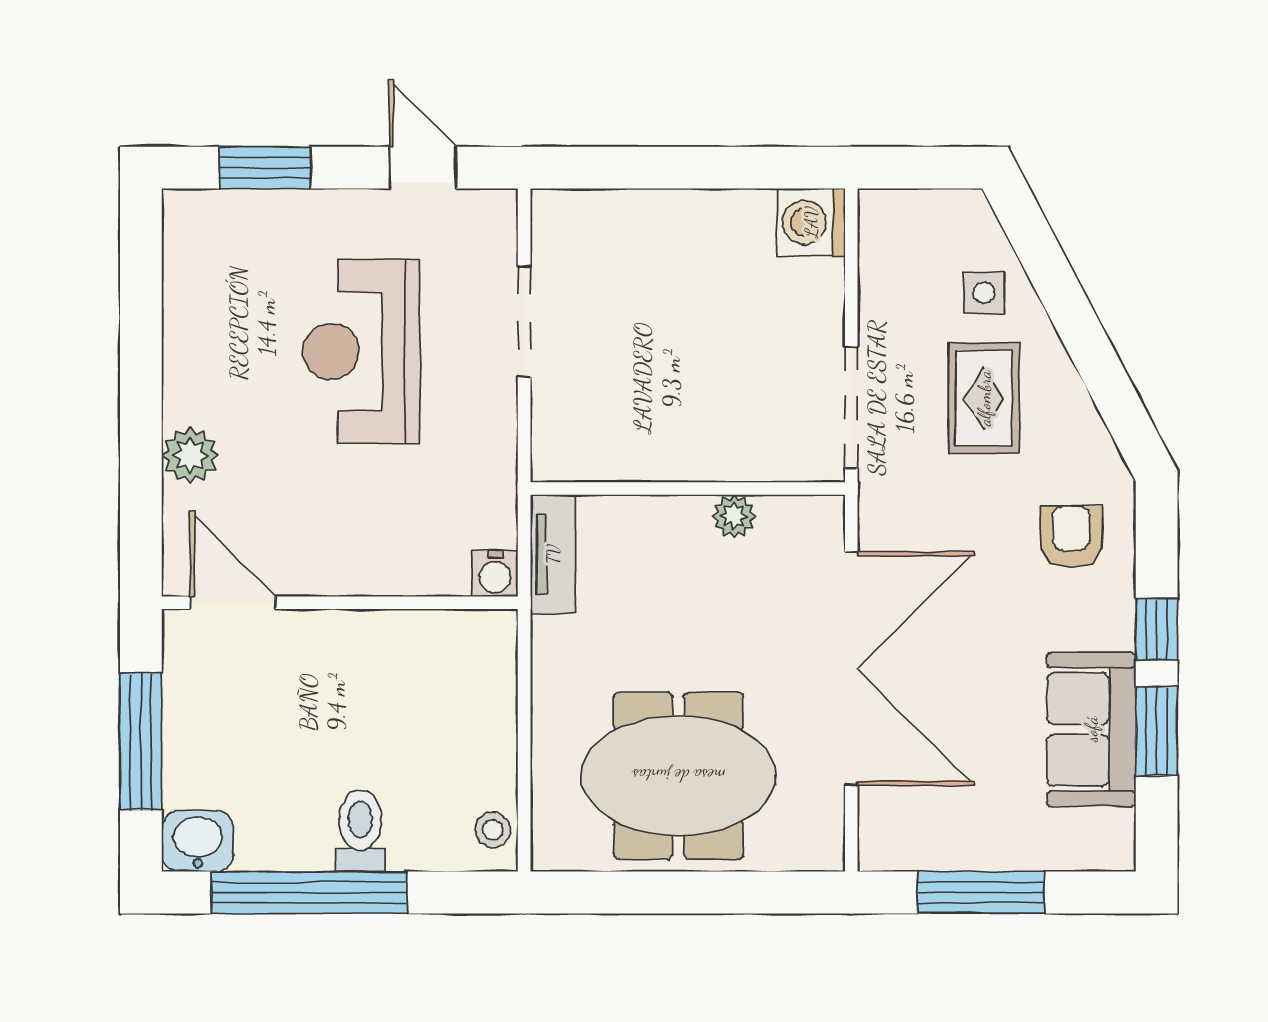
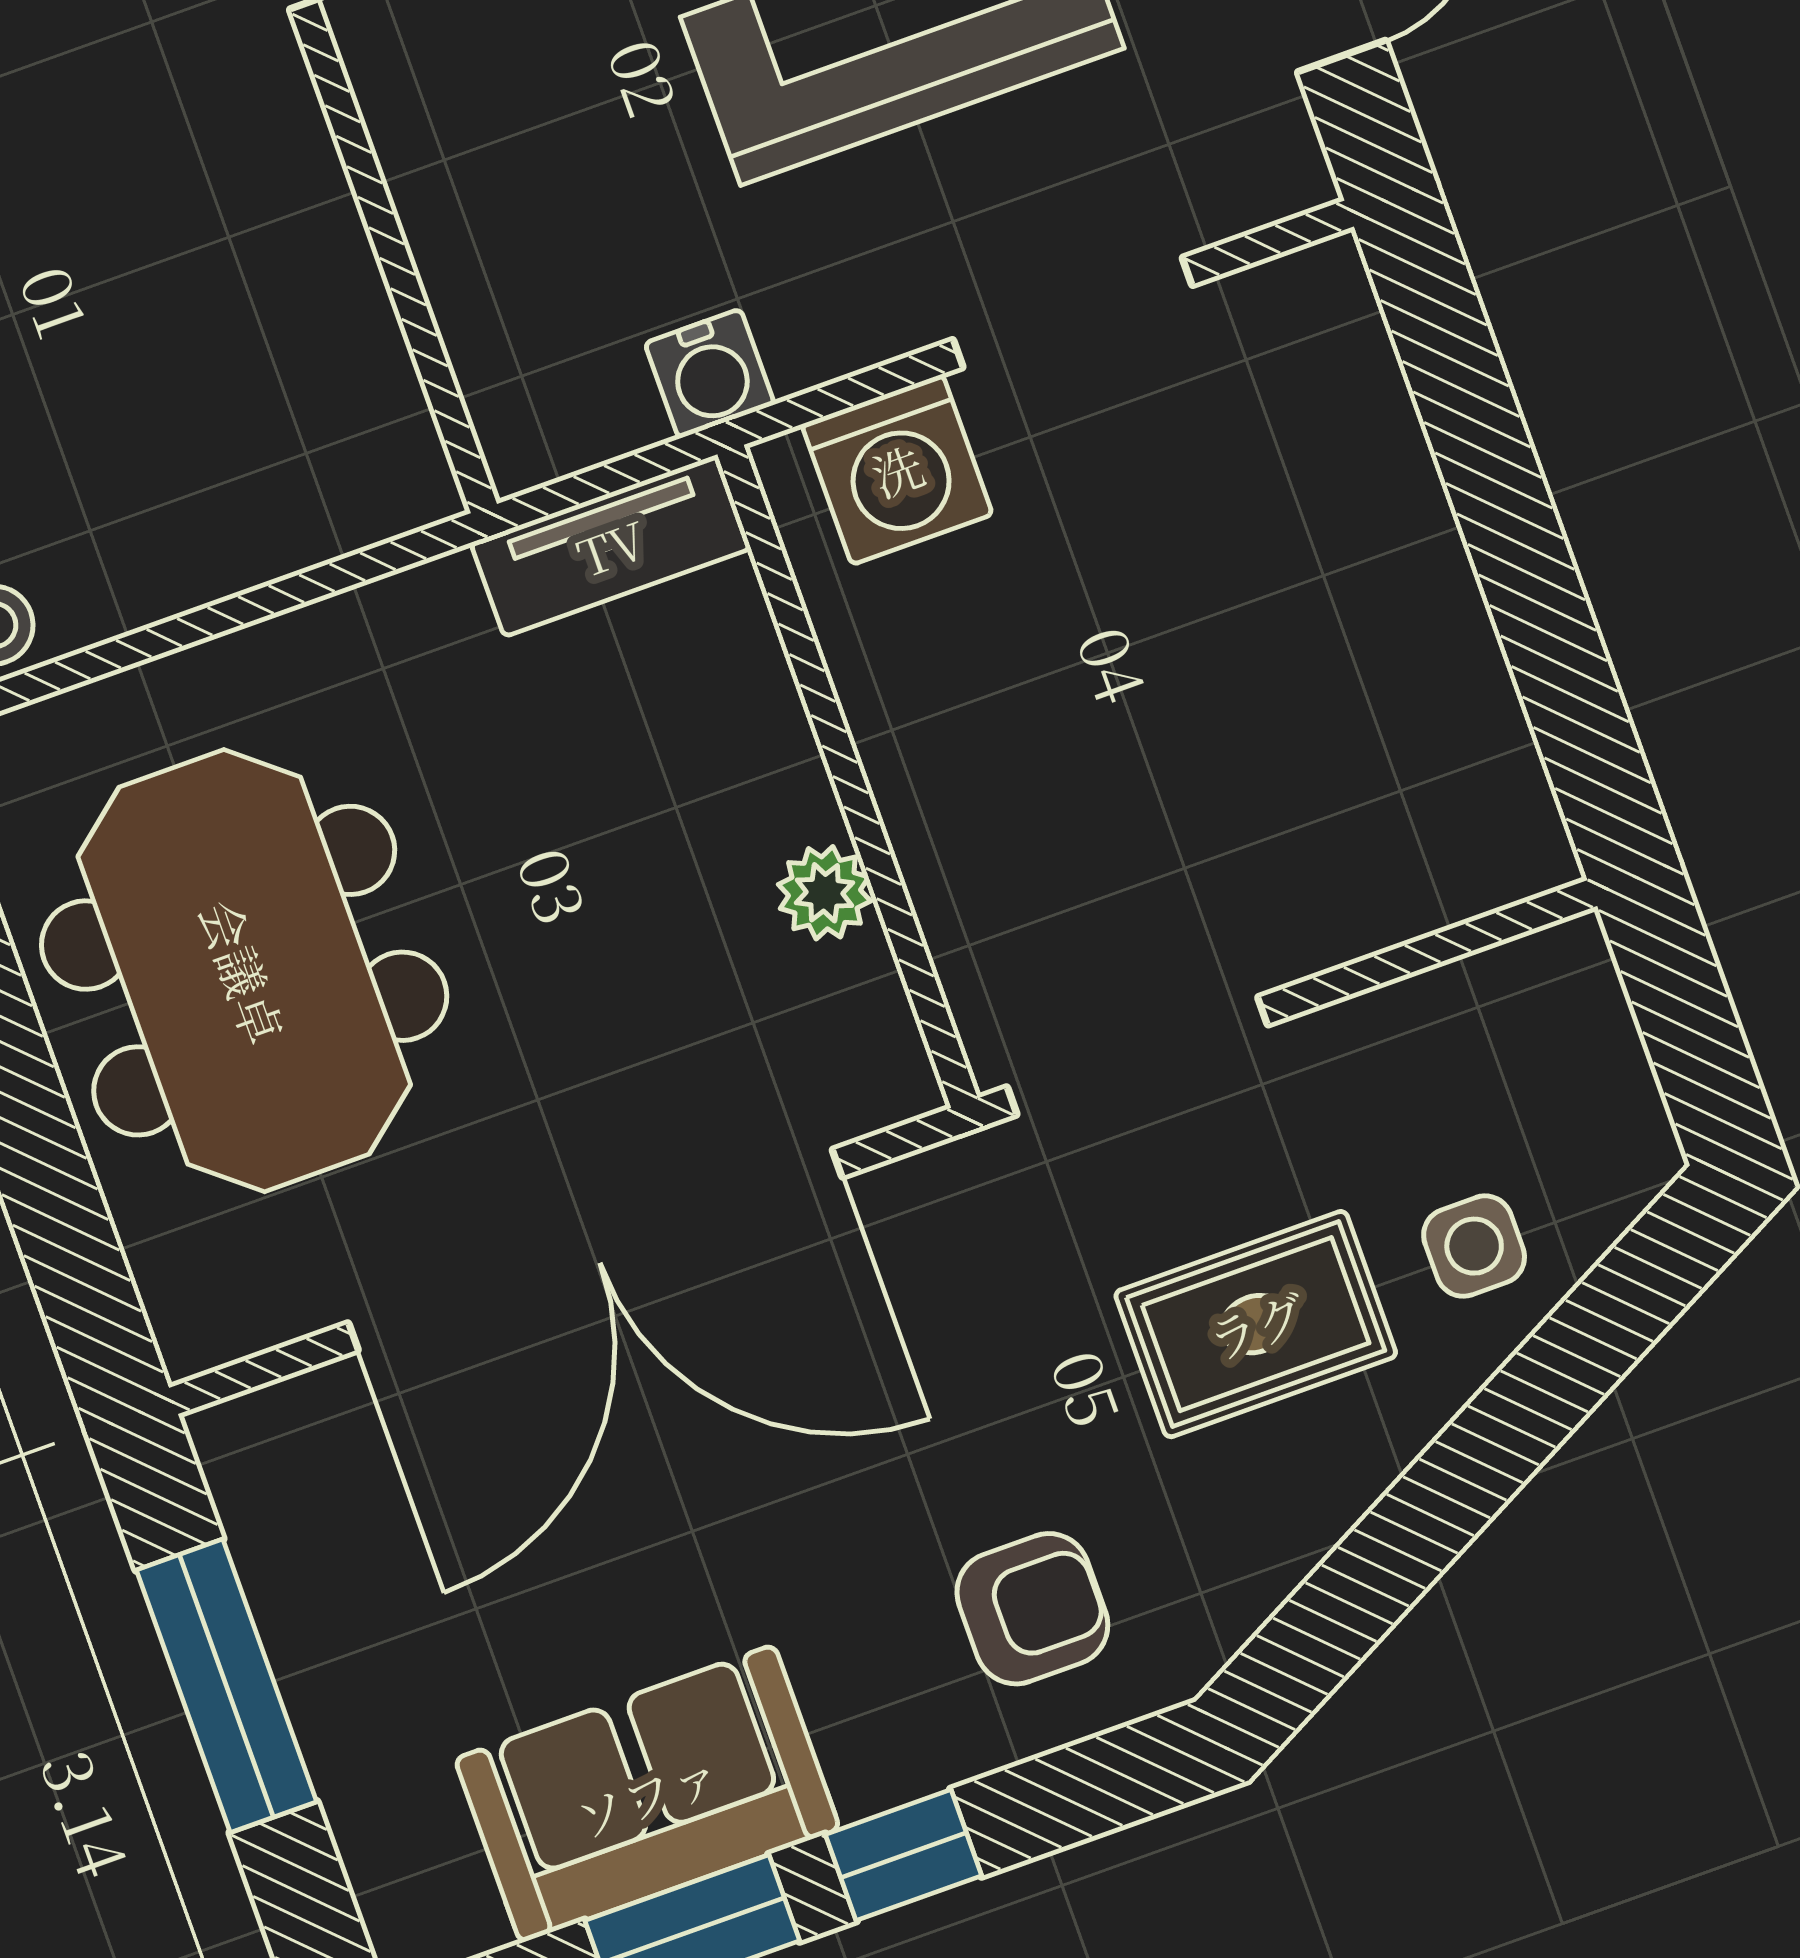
washing machine: (811, 222) -> (897, 469), moved, turned 180
water cooler: (495, 573) -> (710, 374), moved, turned -90

